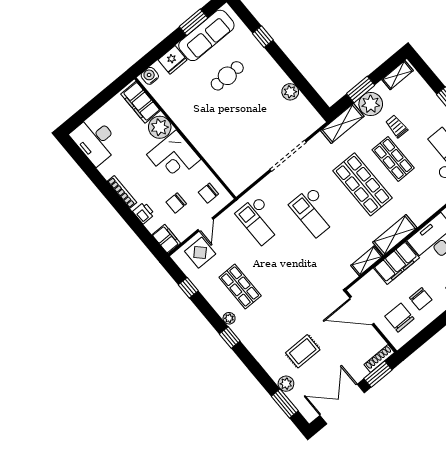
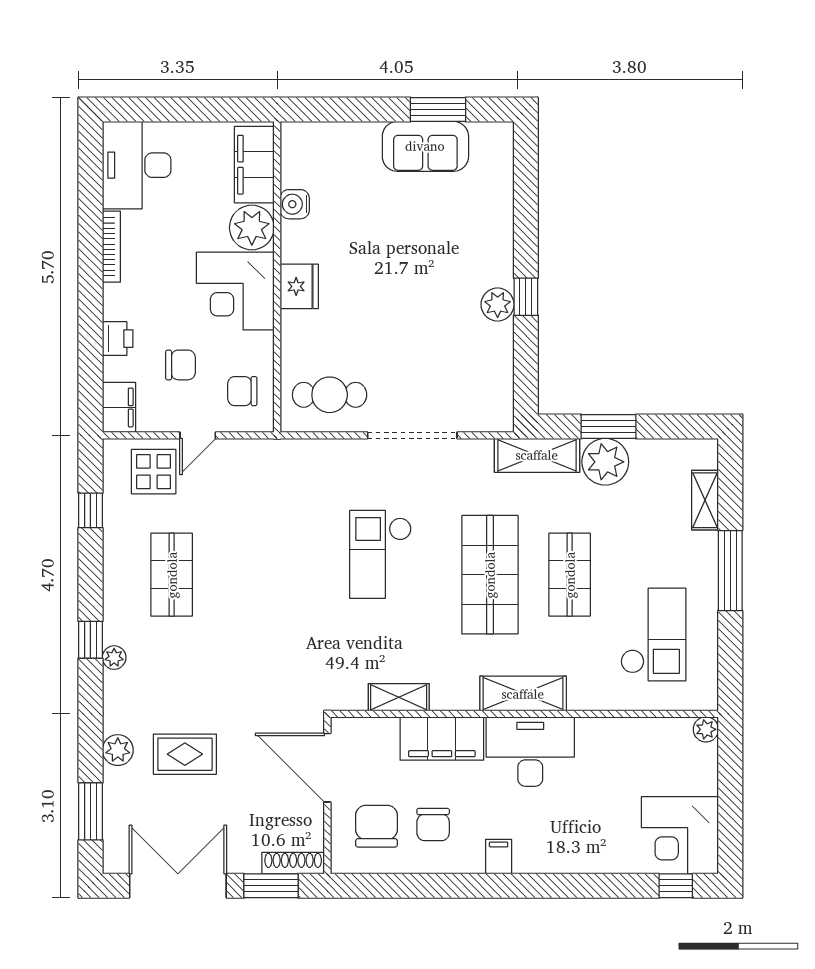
sofa: (206, 35) -> (425, 146), width x0.73
window: (263, 37) -> (526, 297), moved
fridge: (173, 60) -> (299, 286), moved, turned -90
shelving: (398, 75) -> (705, 500), moved, turned 90
water cooler: (150, 76) -> (295, 204), moved, turned -90
cafe table: (227, 76) -> (330, 395), moved
plant: (290, 92) -> (498, 305), moved
trolley: (397, 126) -> (617, 529), removed
bookcase: (122, 192) -> (111, 247), moved
chair: (176, 203) -> (180, 365), turned 180
checkout: (260, 220) -> (286, 498), removed
shelving: (395, 235) -> (523, 694), moved
plant: (229, 318) -> (114, 658), moved
plant: (286, 384) -> (118, 750), moved

